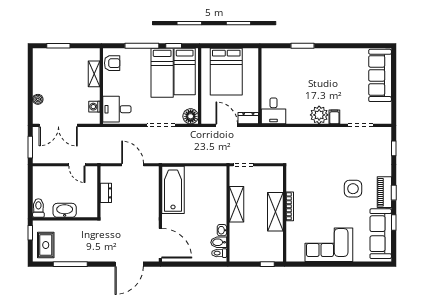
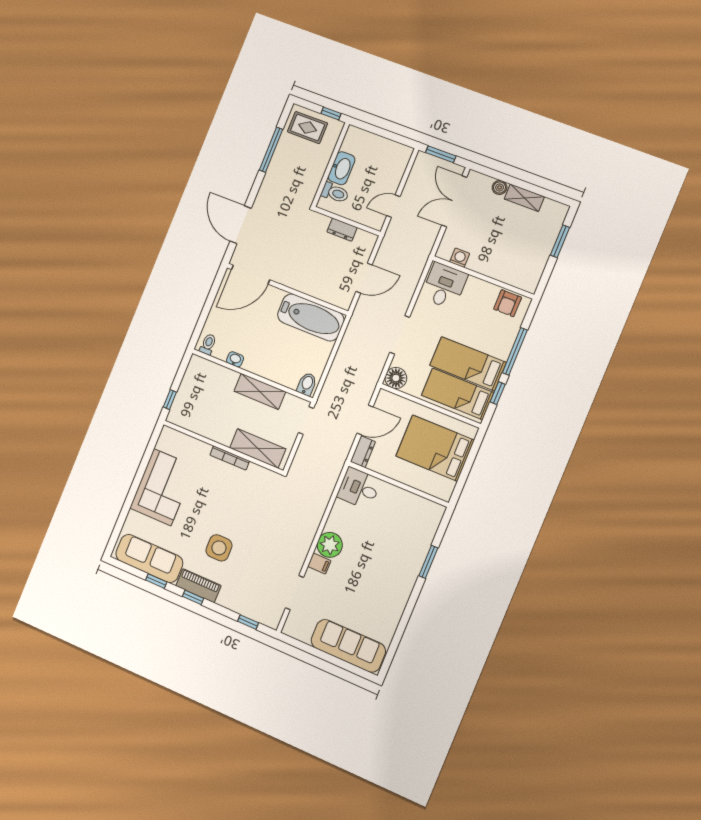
shelving: (94, 74) -> (524, 198), moved
toilet: (38, 208) -> (335, 193), moved
shelving: (275, 212) -> (258, 448), moved
bidet: (219, 242) -> (307, 384), moved

